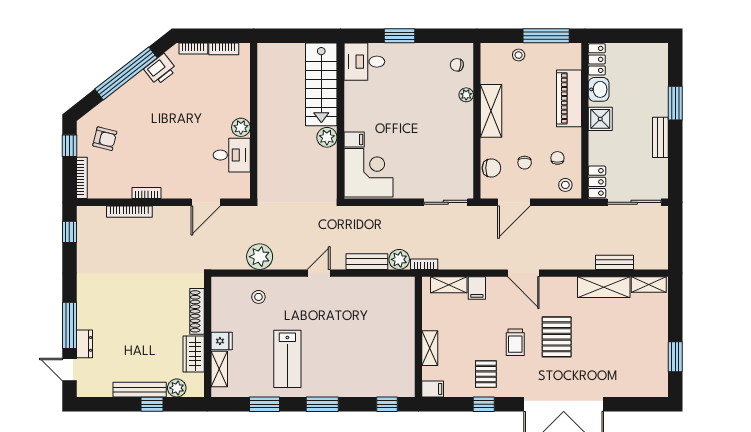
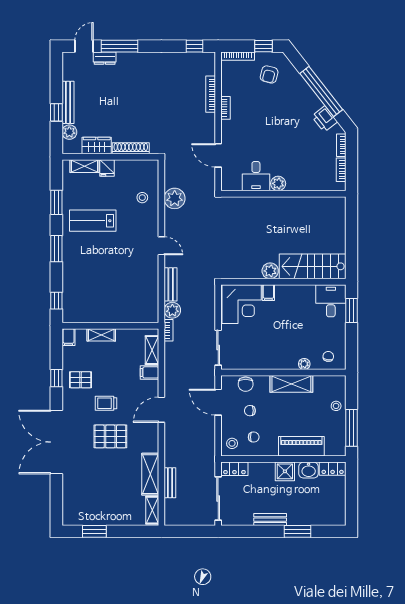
desk: (364, 62) -> (331, 301), moved
stairs: (321, 84) -> (313, 266), moved
wall: (340, 121) -> (283, 282), moved
plant: (327, 137) -> (270, 271), moved
filing cabinet: (354, 140) -> (268, 293), moved
corner desk: (368, 173) -> (242, 304), moved

